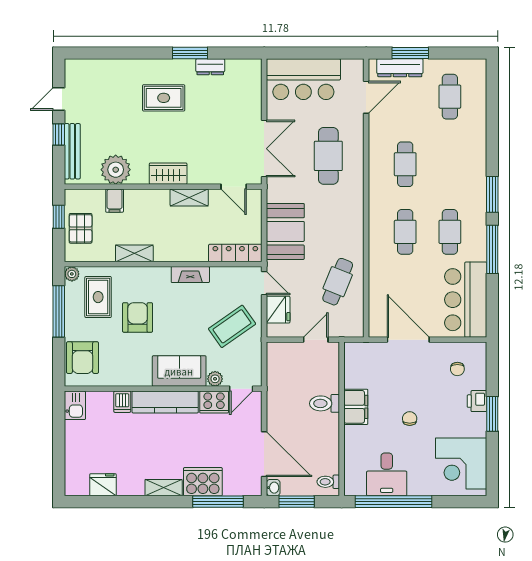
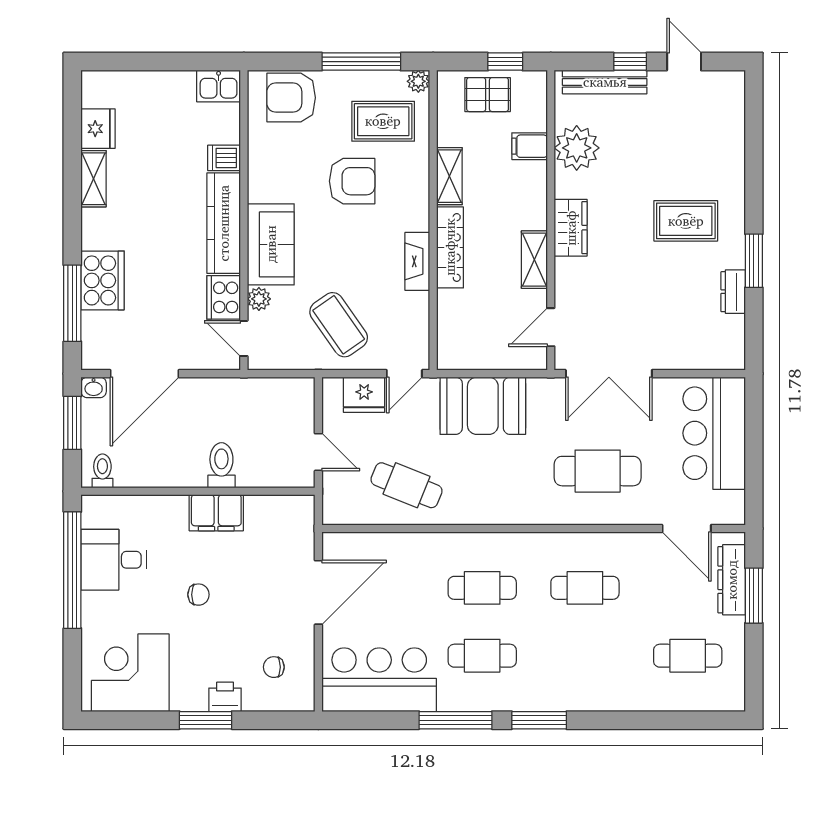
rug: (164, 98) -> (686, 221), turned 90
locker: (235, 253) -> (450, 247), moved
shelving: (164, 488) -> (94, 179), moved

